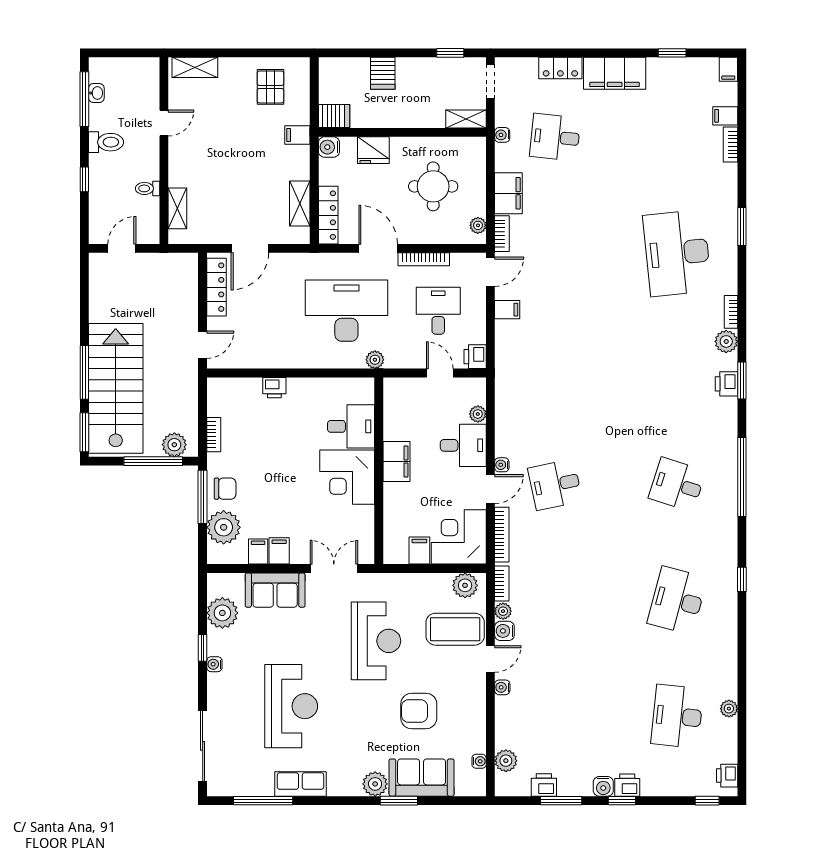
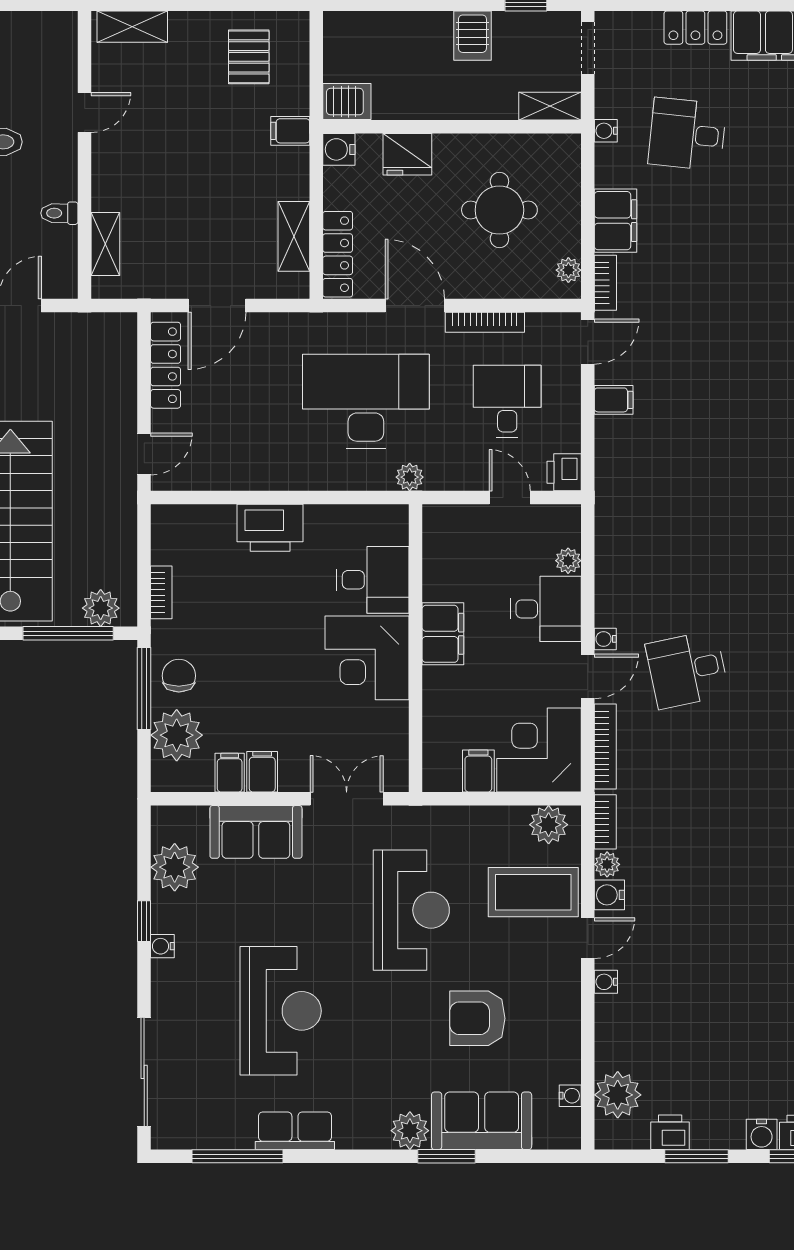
server rack: (383, 73) -> (472, 36), moved
printer: (274, 388) -> (270, 528), width x1.87, depth x1.48
chair: (225, 489) -> (179, 676), turned -90
plant: (506, 761) -> (618, 1095), width x1.36, depth x1.36

